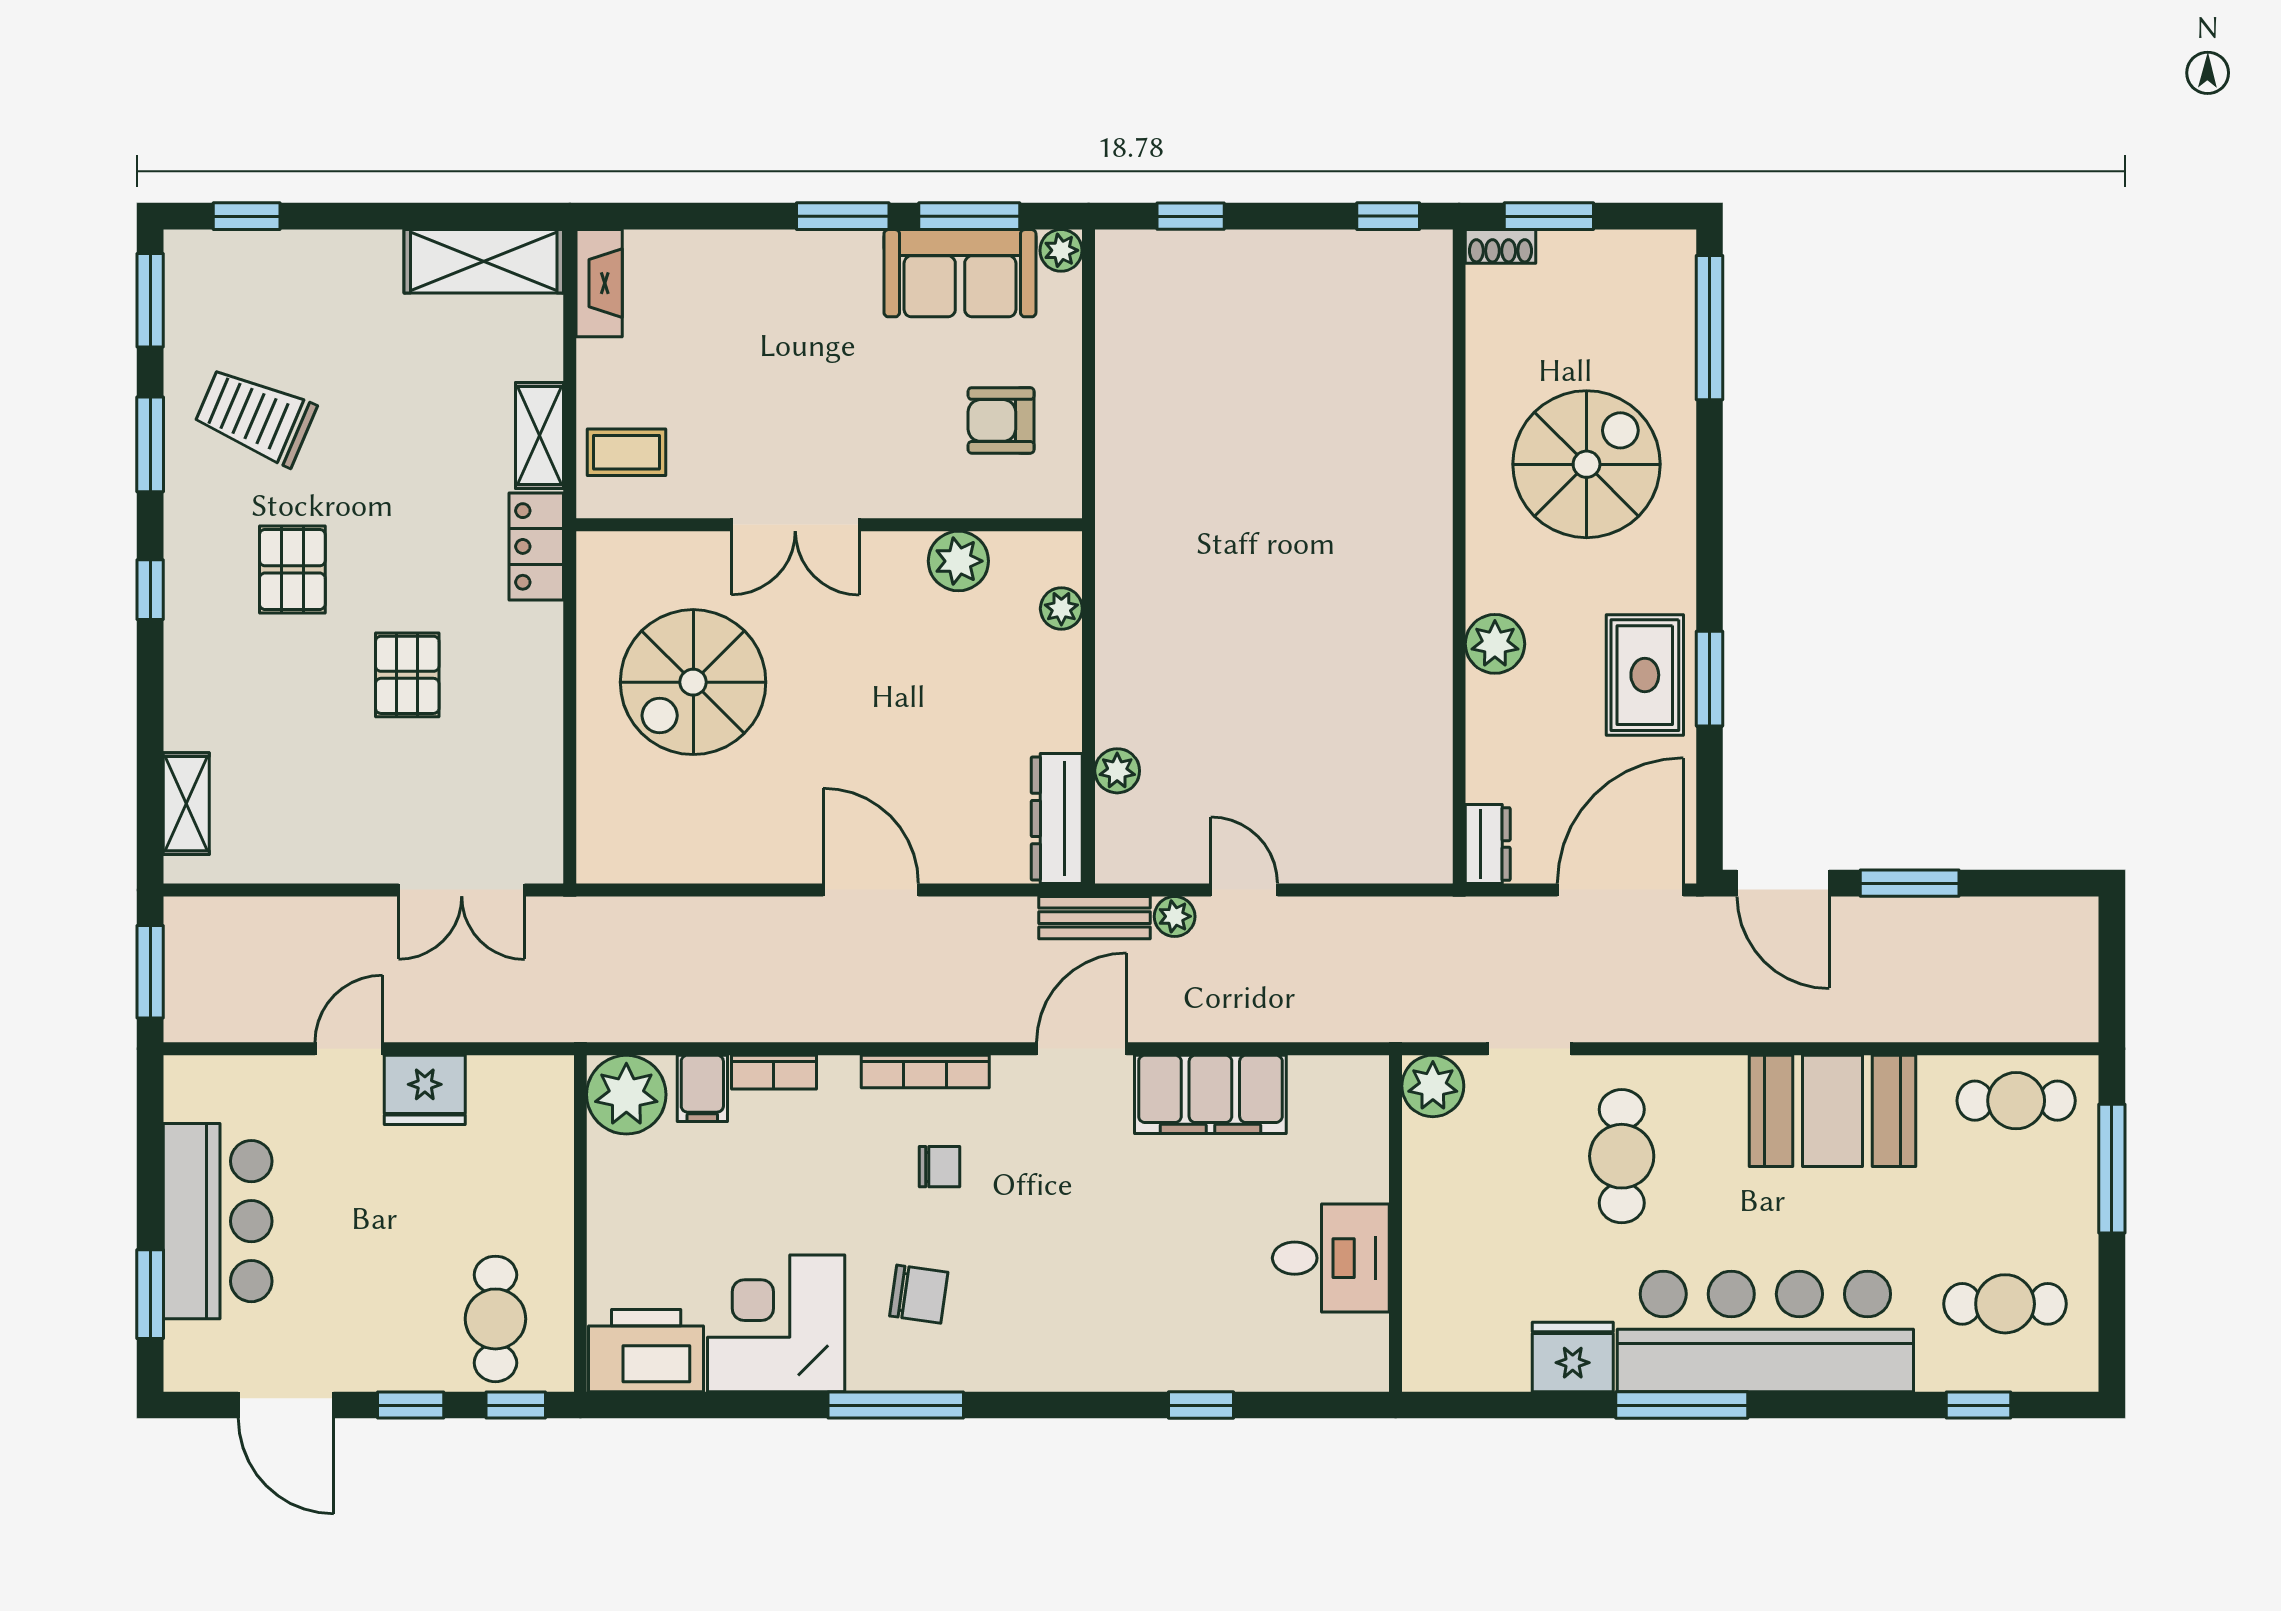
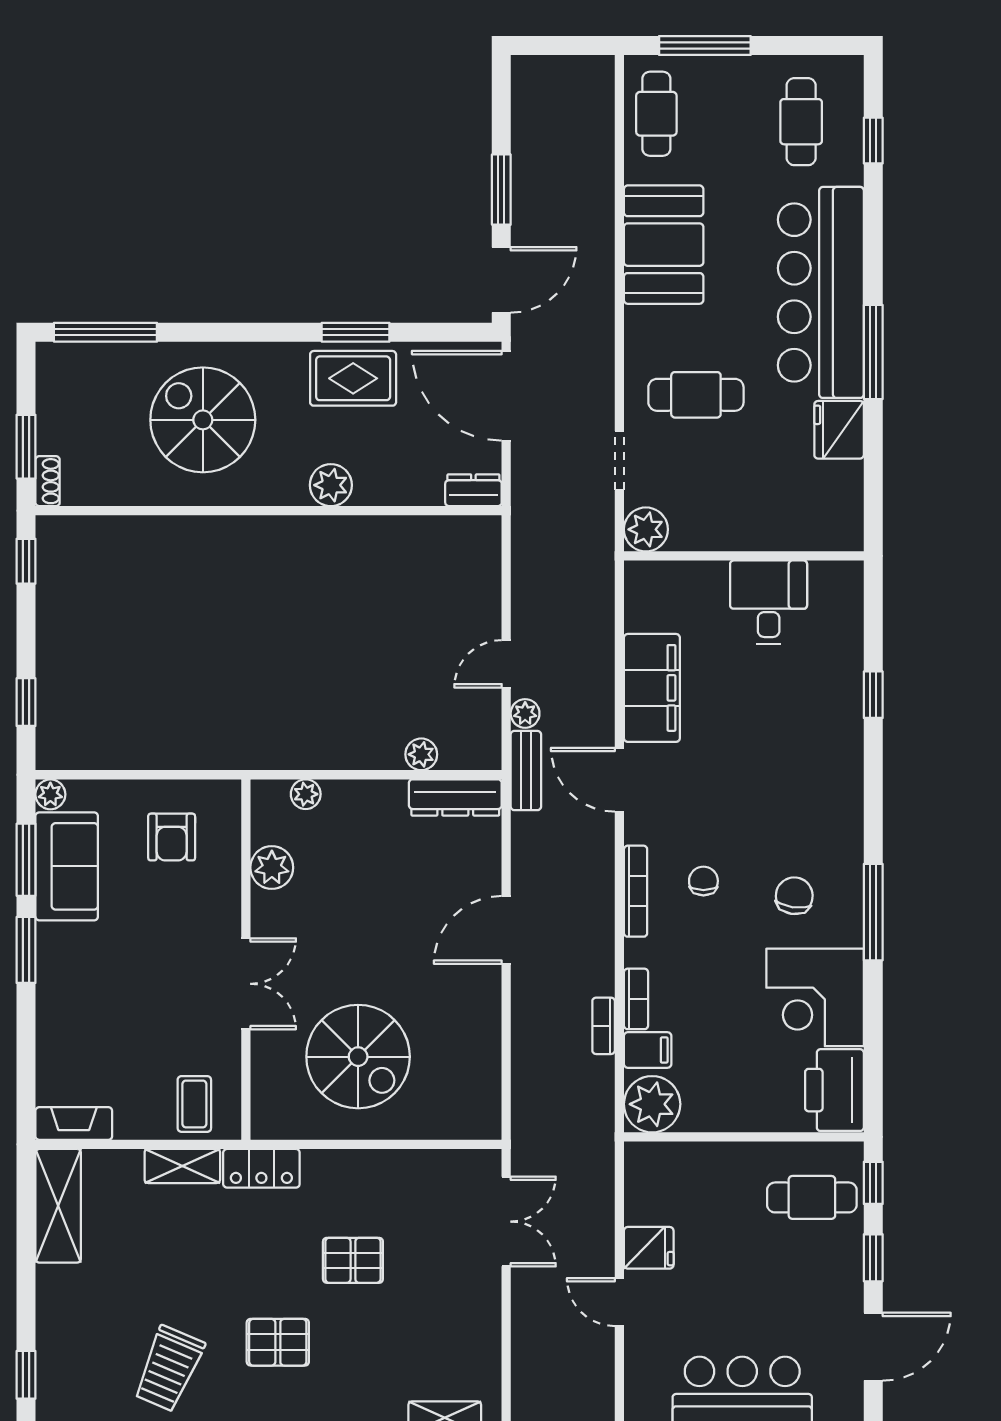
bookcase: (736, 1027) -> (604, 1026), added
fridge: (425, 1090) -> (649, 1248), width x0.72

